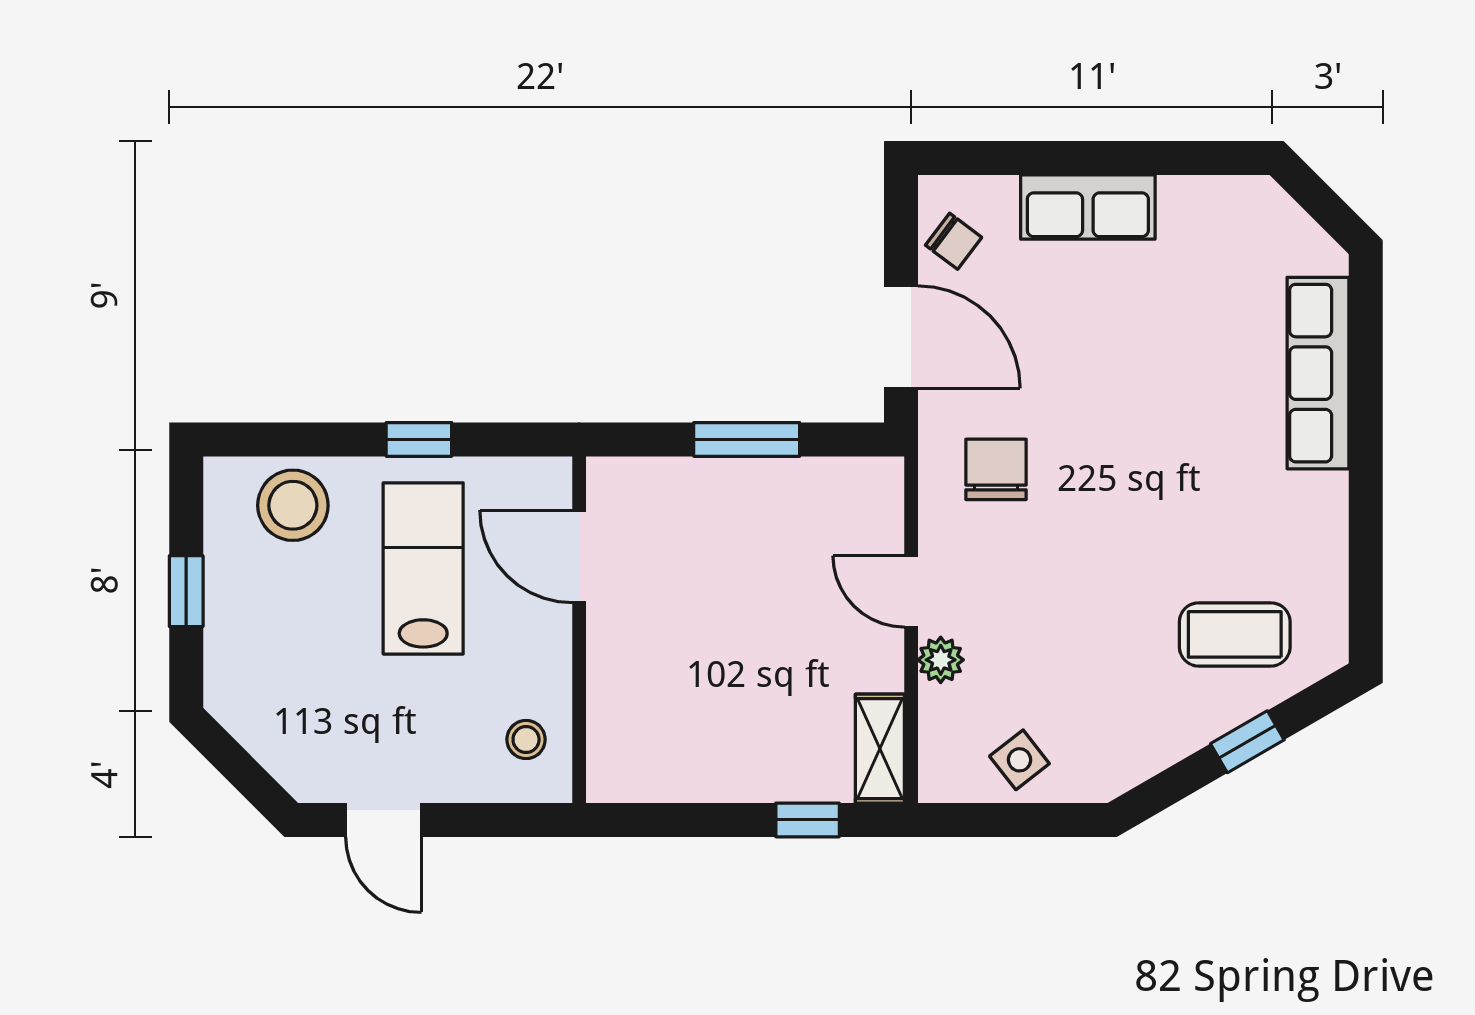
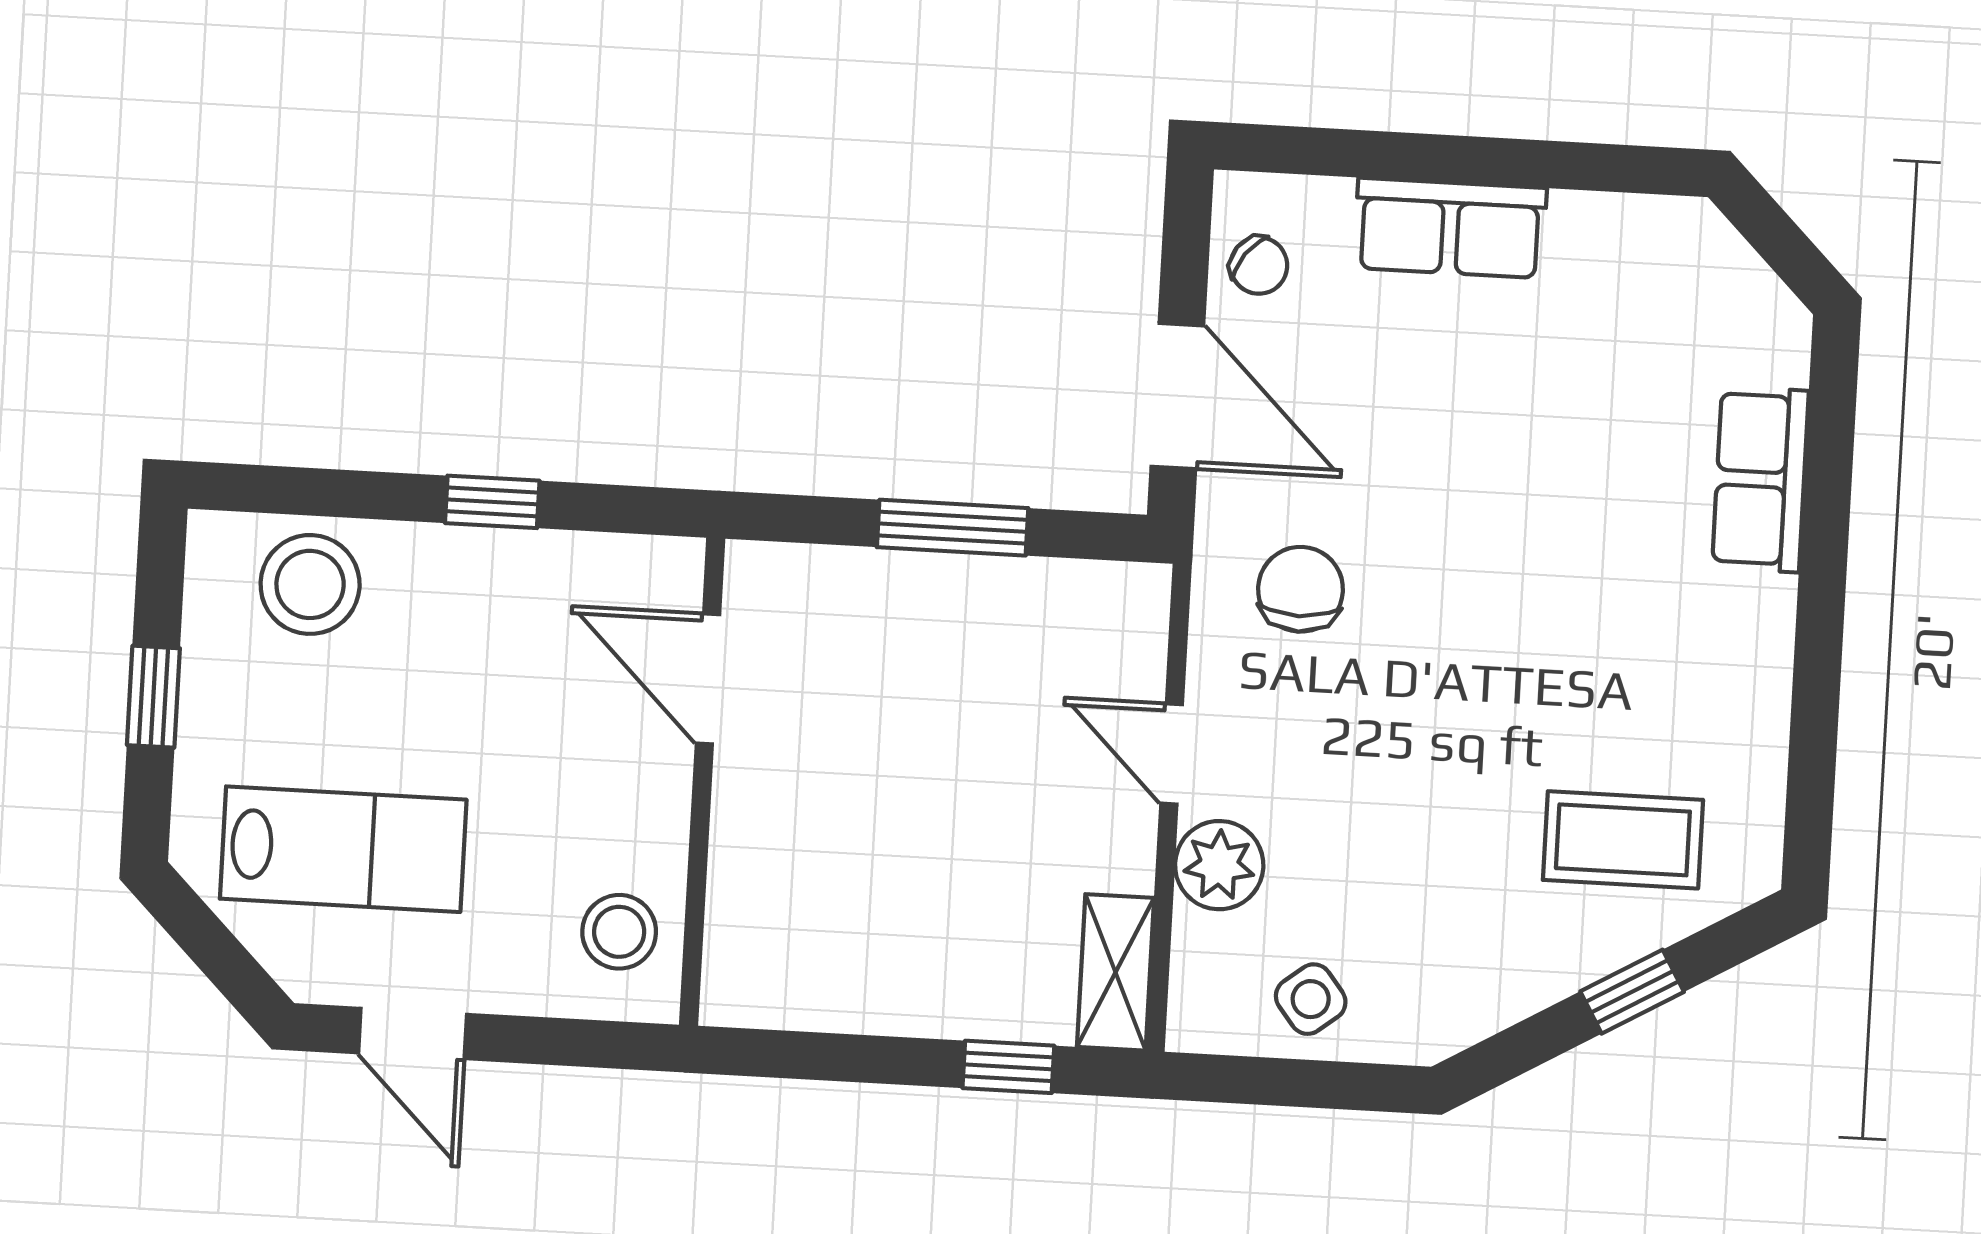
row of seats: (1318, 373) -> (1760, 479), width x0.68
lab bench: (423, 568) -> (343, 849), moved, turned 90
plant: (941, 660) -> (1219, 865), width x1.38, depth x1.38
stool: (526, 739) -> (619, 932), width x1.37, depth x1.37

